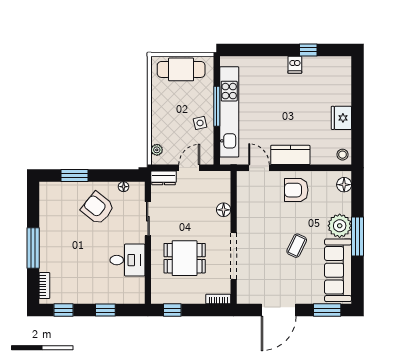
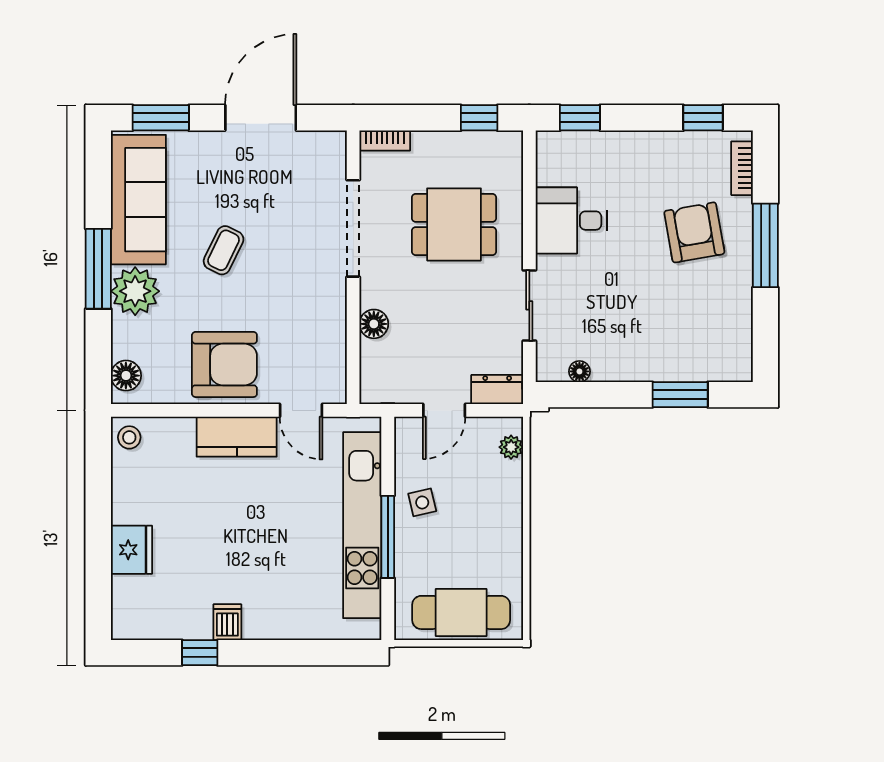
fridge: (341, 118) -> (132, 550), moved
armchair: (296, 190) -> (224, 364), width x1.36, depth x1.36
armchair: (98, 208) -> (694, 232), moved, turned -139
window: (105, 310) -> (580, 118), moved

